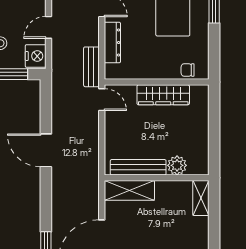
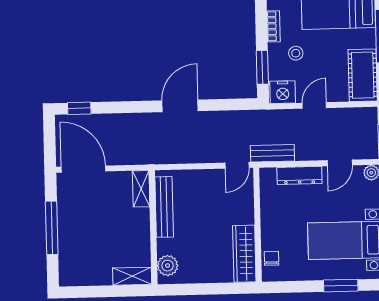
door: (49, 27) -> (314, 105), hinge flipped
wardrobe: (163, 95) -> (244, 254), moved
plant: (177, 165) -> (168, 266), moved
shelving: (129, 190) -> (141, 189), width x0.67, depth x0.75

